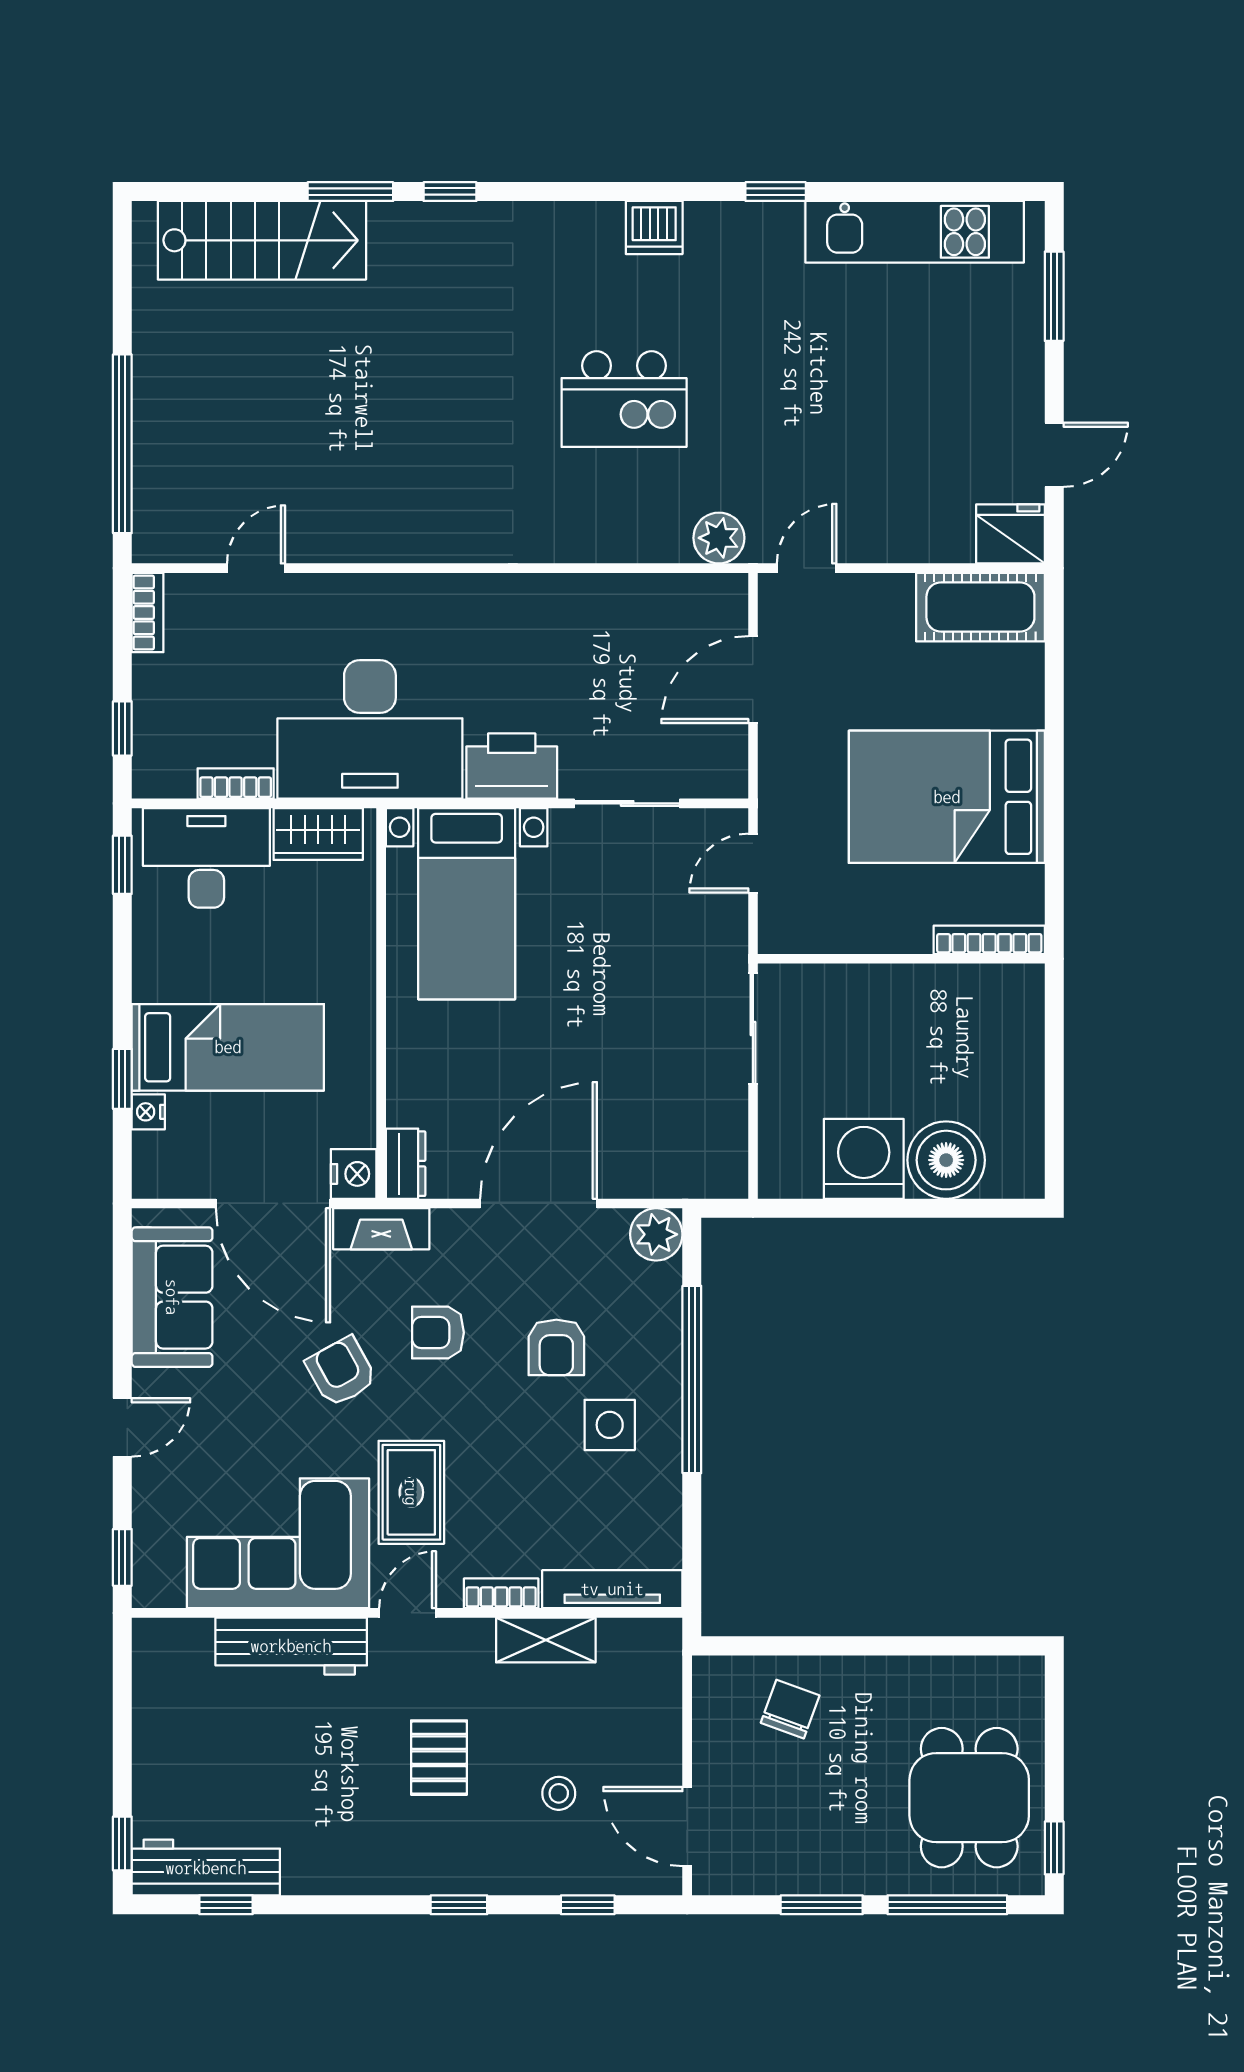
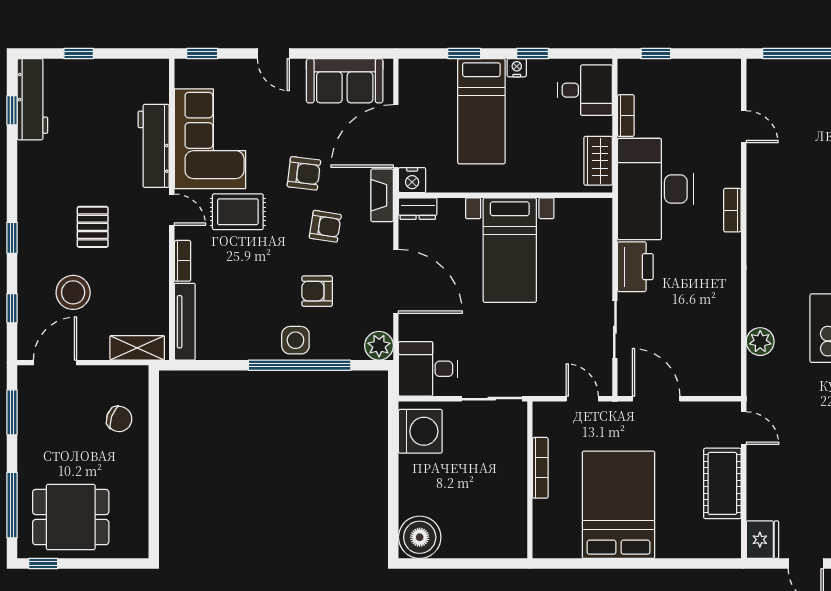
plant: (719, 538) -> (760, 342), moved
cot: (980, 607) -> (722, 483), moved
bookcase: (148, 612) -> (732, 210), moved, turned 90
door: (753, 680) -> (656, 399), moved
desk: (206, 858) -> (585, 90), width x0.73
window: (122, 865) -> (533, 54), moved
bed with nightstands: (467, 904) -> (510, 250), moved, turned -90
bookcase: (989, 940) -> (540, 468), moved
nightstand: (148, 1112) -> (517, 68), moved
desk: (698, 1145) -> (428, 369), added
washing machine: (864, 1159) -> (420, 431), moved
boiler: (946, 1160) -> (420, 537), moved
armchair: (438, 1333) -> (325, 226), turned 99
armchair: (341, 1372) -> (304, 173), turned 36
side table: (610, 1425) -> (295, 340), moved
shelving: (546, 1640) -> (137, 348), moved, turned 90
pallet: (439, 1758) -> (93, 227), turned 90
stool: (559, 1793) -> (73, 292), width x1.89, depth x1.89
window: (122, 1844) -> (79, 54), moved
window: (822, 1905) -> (12, 412), moved

